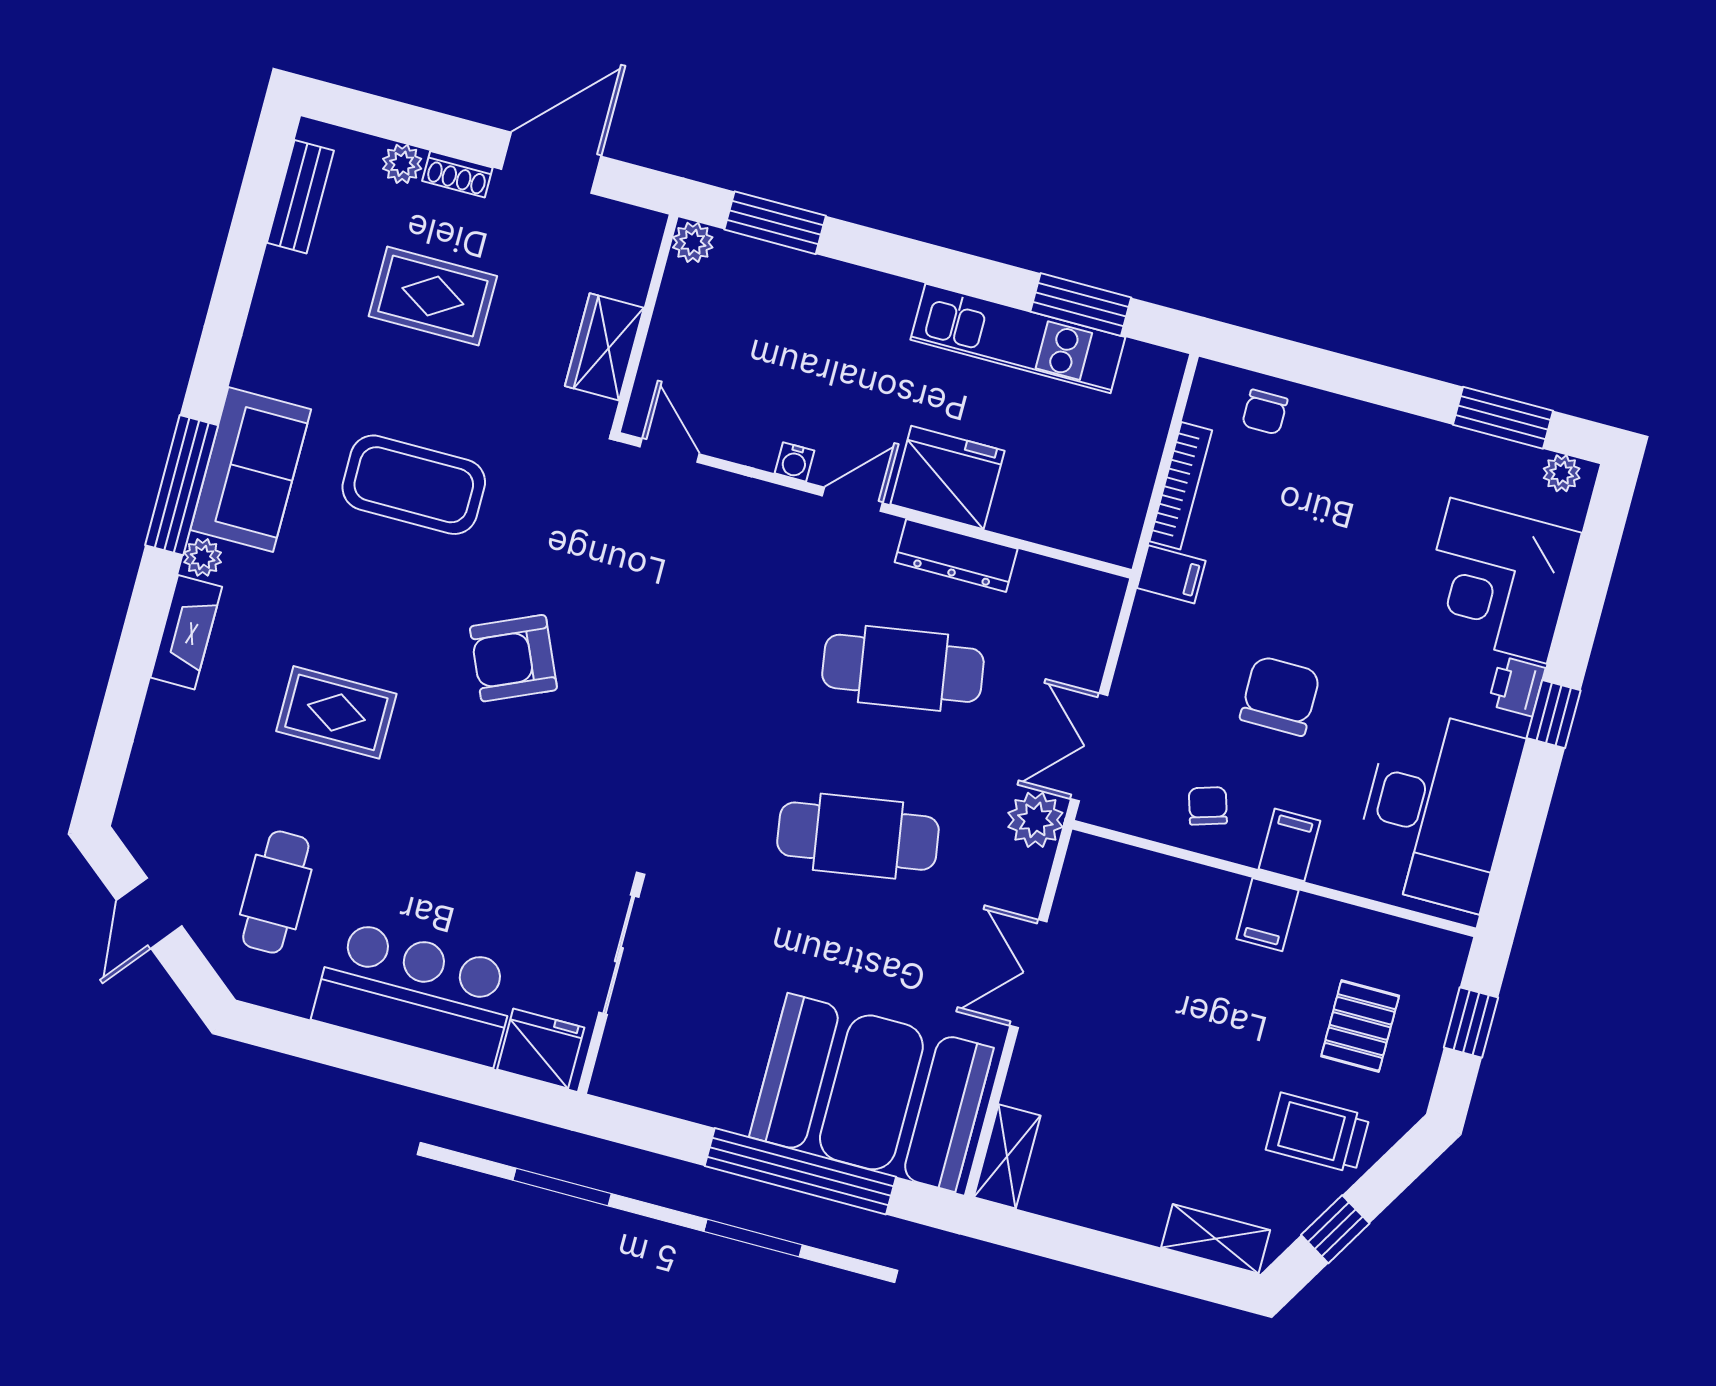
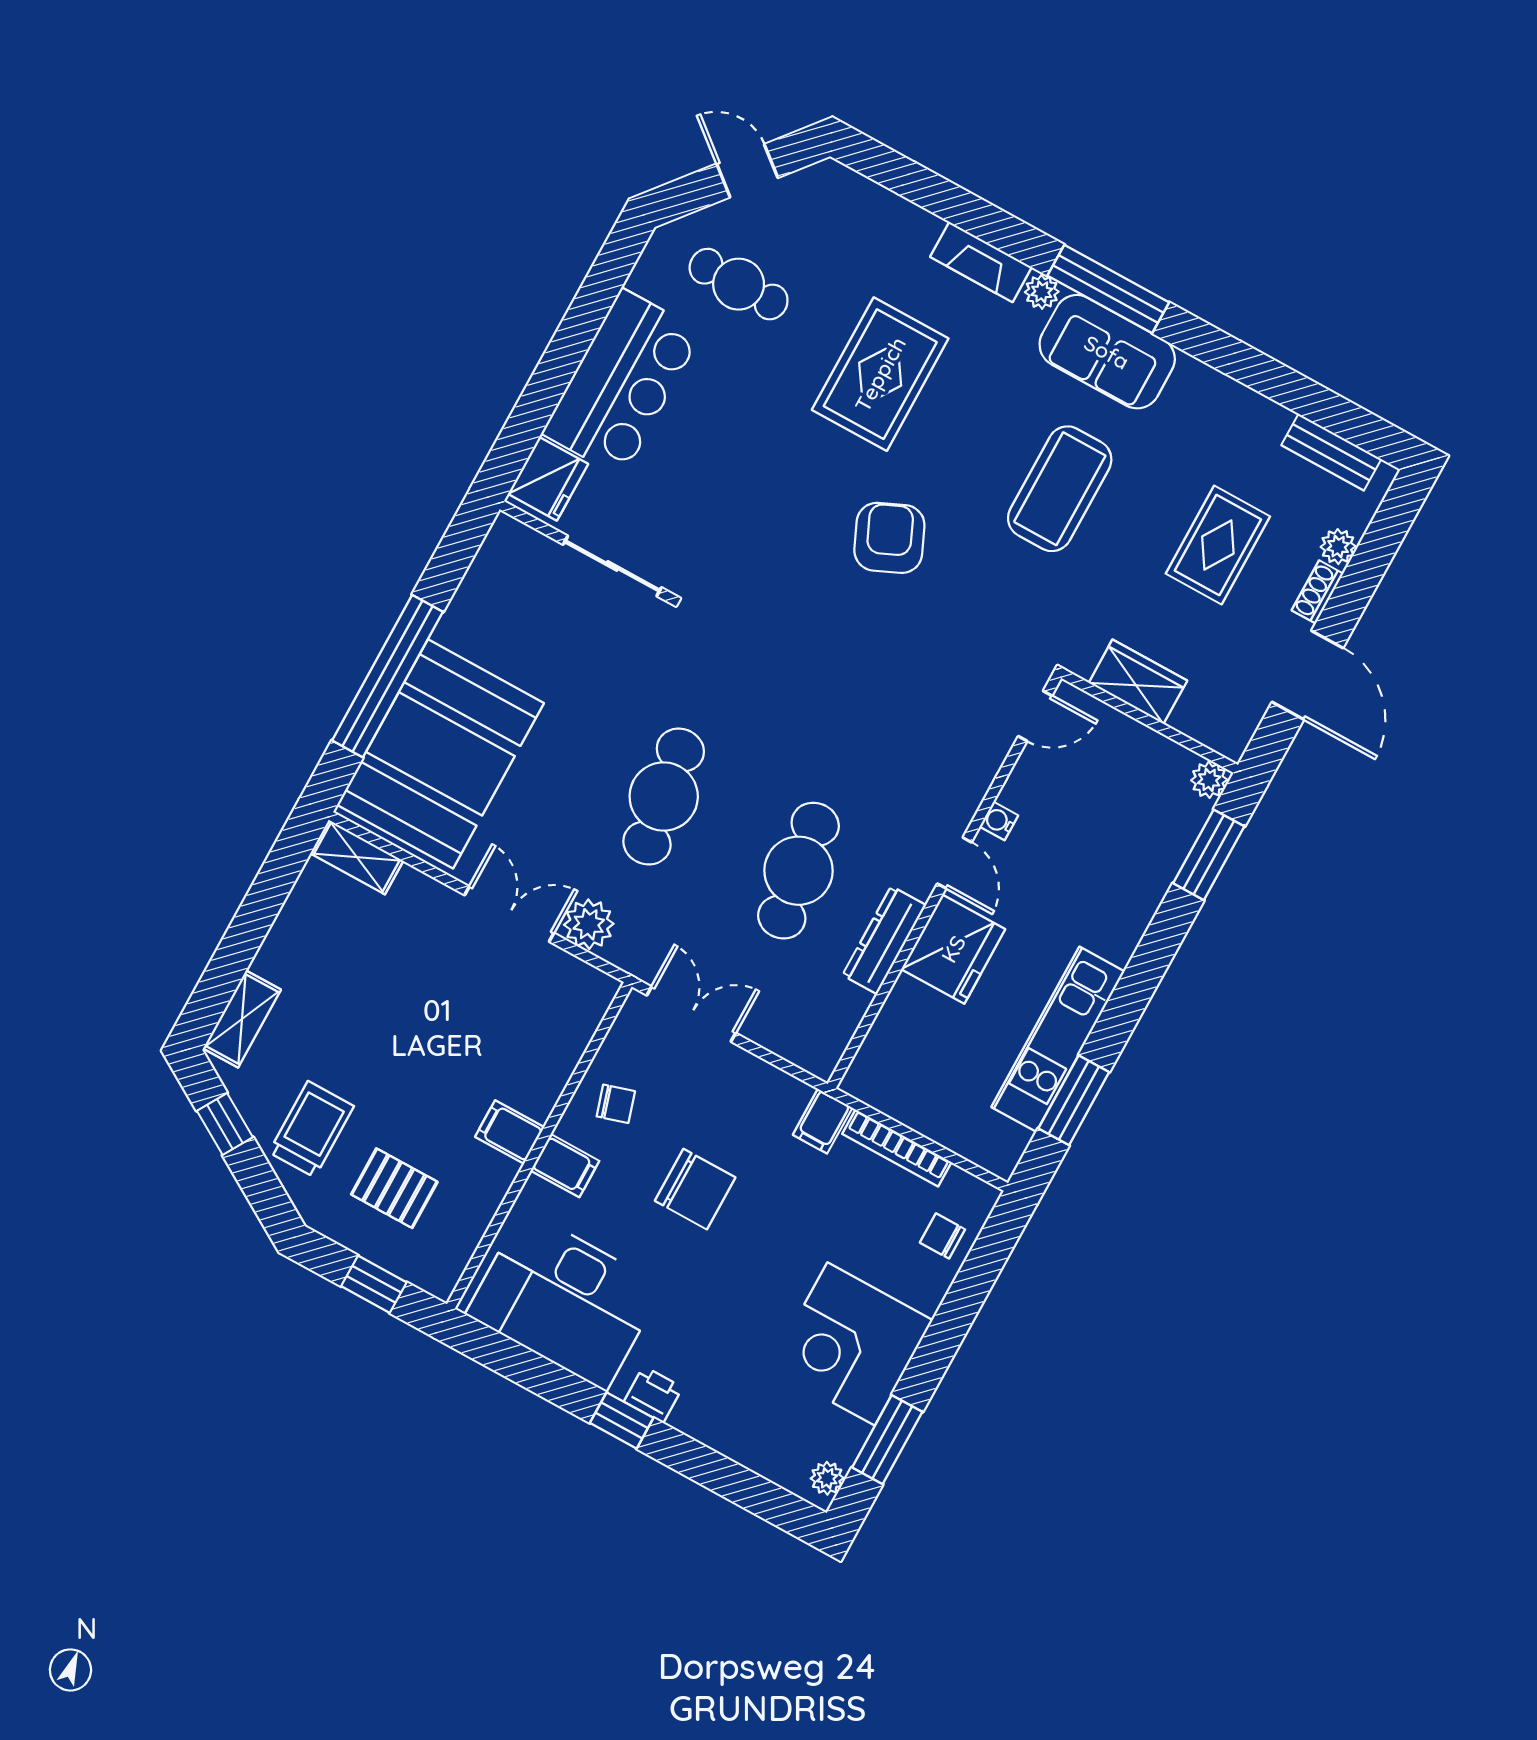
corner desk: (1499, 581) -> (851, 1344), moved, turned -90
rug: (336, 712) -> (880, 374), width x1.36, depth x1.43
plant: (1035, 820) -> (589, 924), moved

